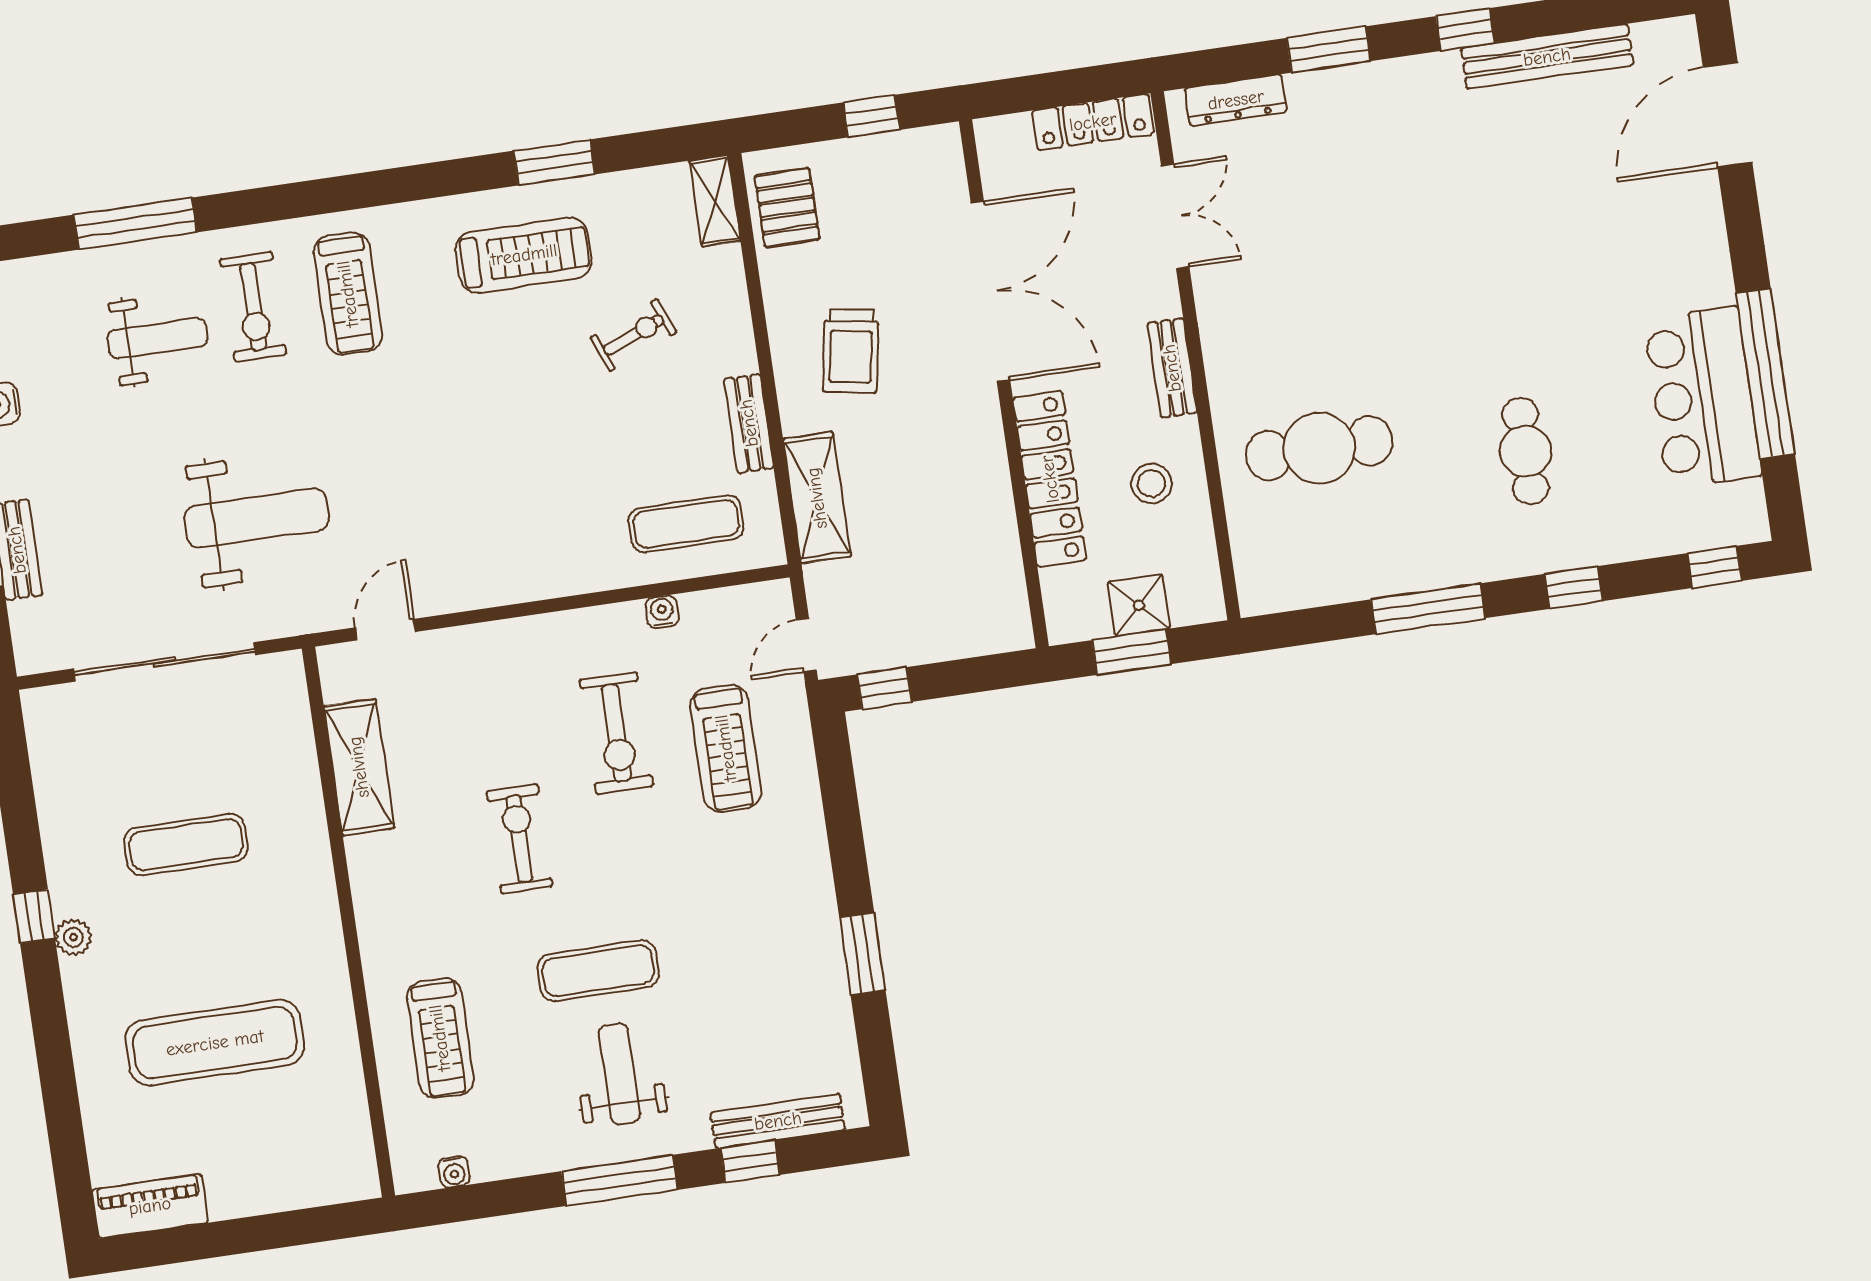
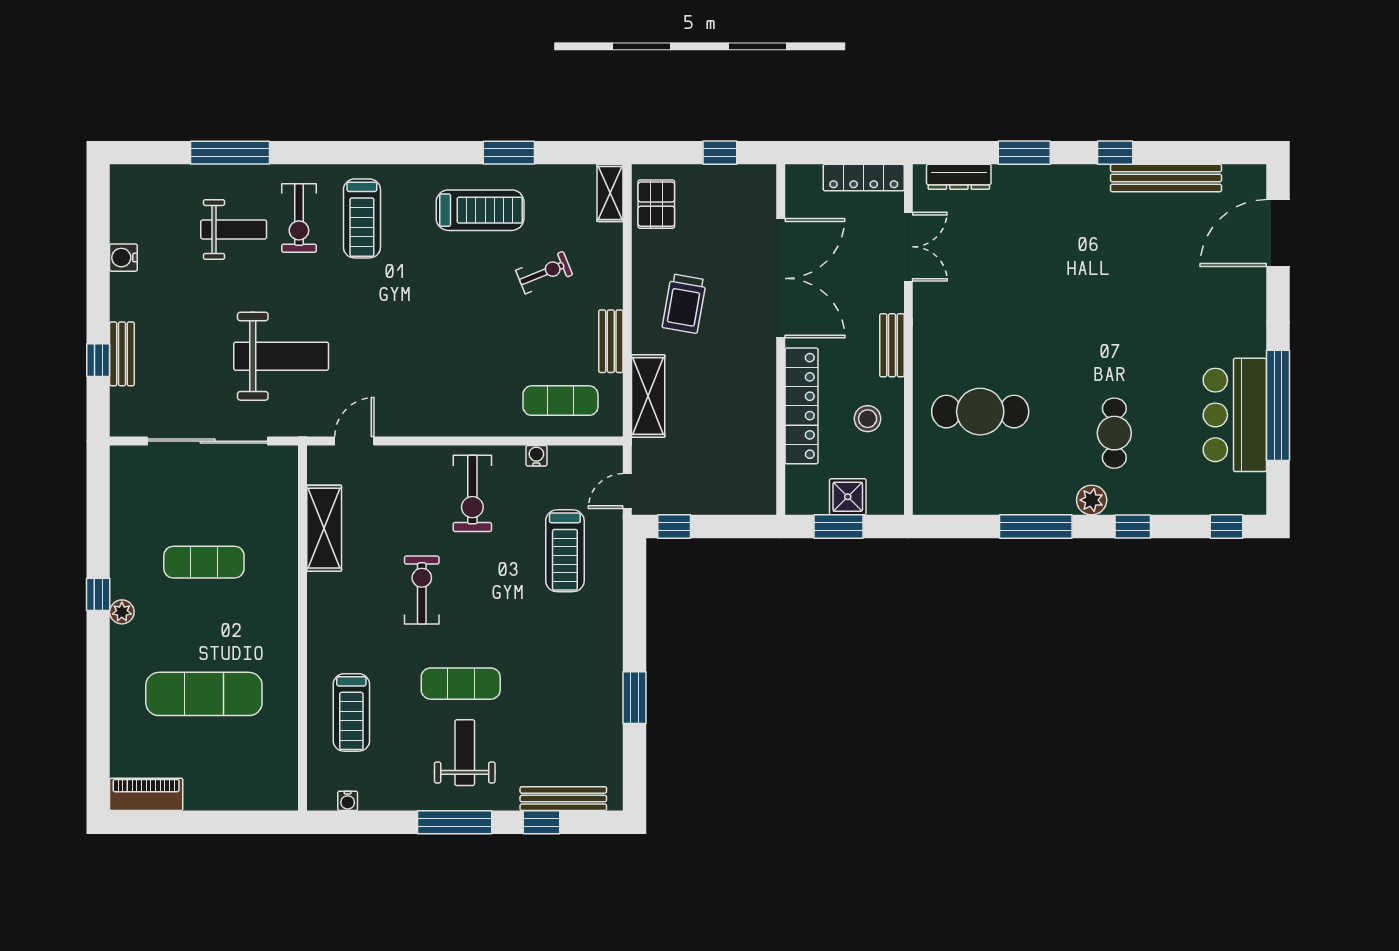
plant: (1506, 557) -> (1092, 500), added
exercise bike: (616, 733) -> (472, 493), moved

